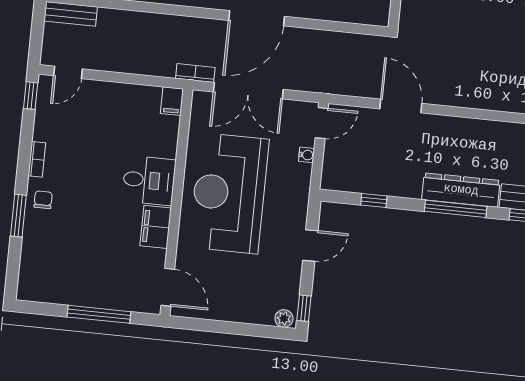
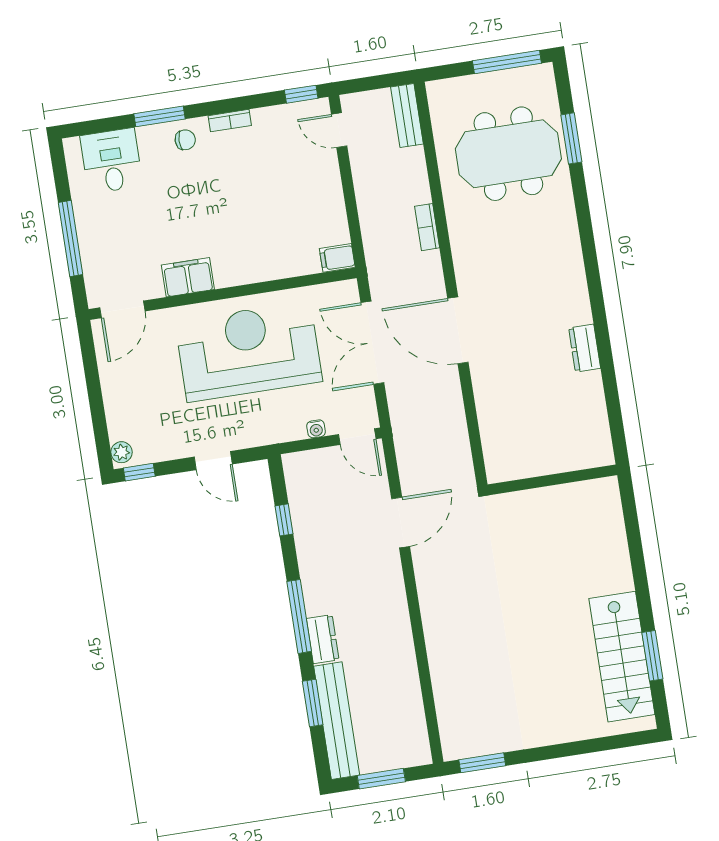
bookcase: (195, 73) -> (427, 227), moved, turned 180
desk: (149, 180) -> (112, 161), moved, turned 180
dresser: (461, 190) -> (323, 639), width x0.51, depth x0.80

